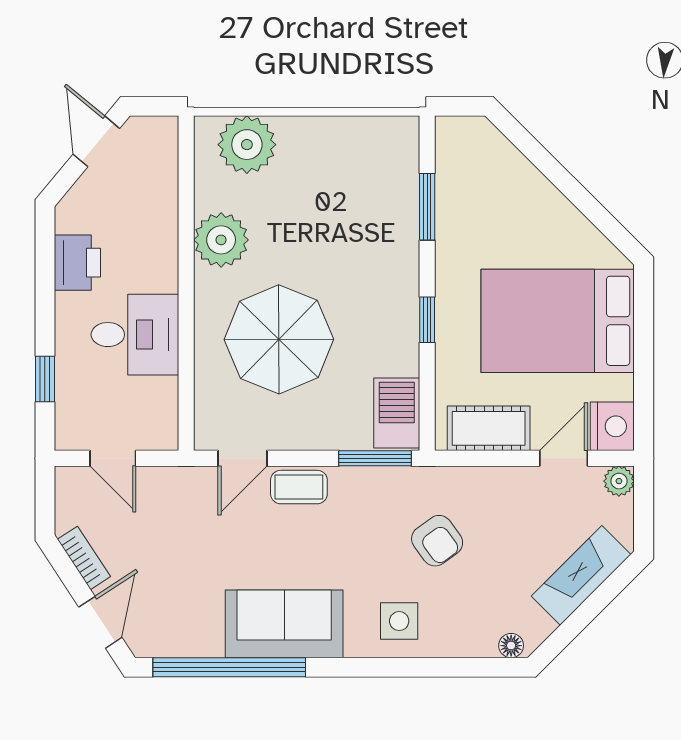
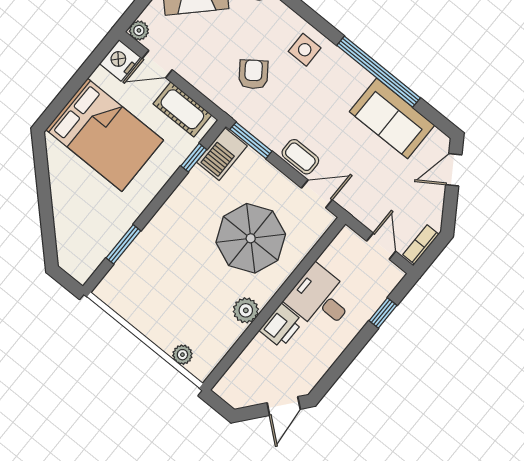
door: (96, 141) -> (284, 406), moved
plant: (247, 145) -> (182, 355), width x0.53, depth x0.53
plant: (221, 240) -> (246, 310), width x0.73, depth x0.73
printer: (77, 263) -> (281, 326), moved, turned 180
window: (427, 320) -> (194, 158), moved
bookcase: (84, 558) -> (421, 245), moved, turned 33
sofa: (284, 624) -> (392, 118), moved
window: (229, 667) -> (379, 72), moved

